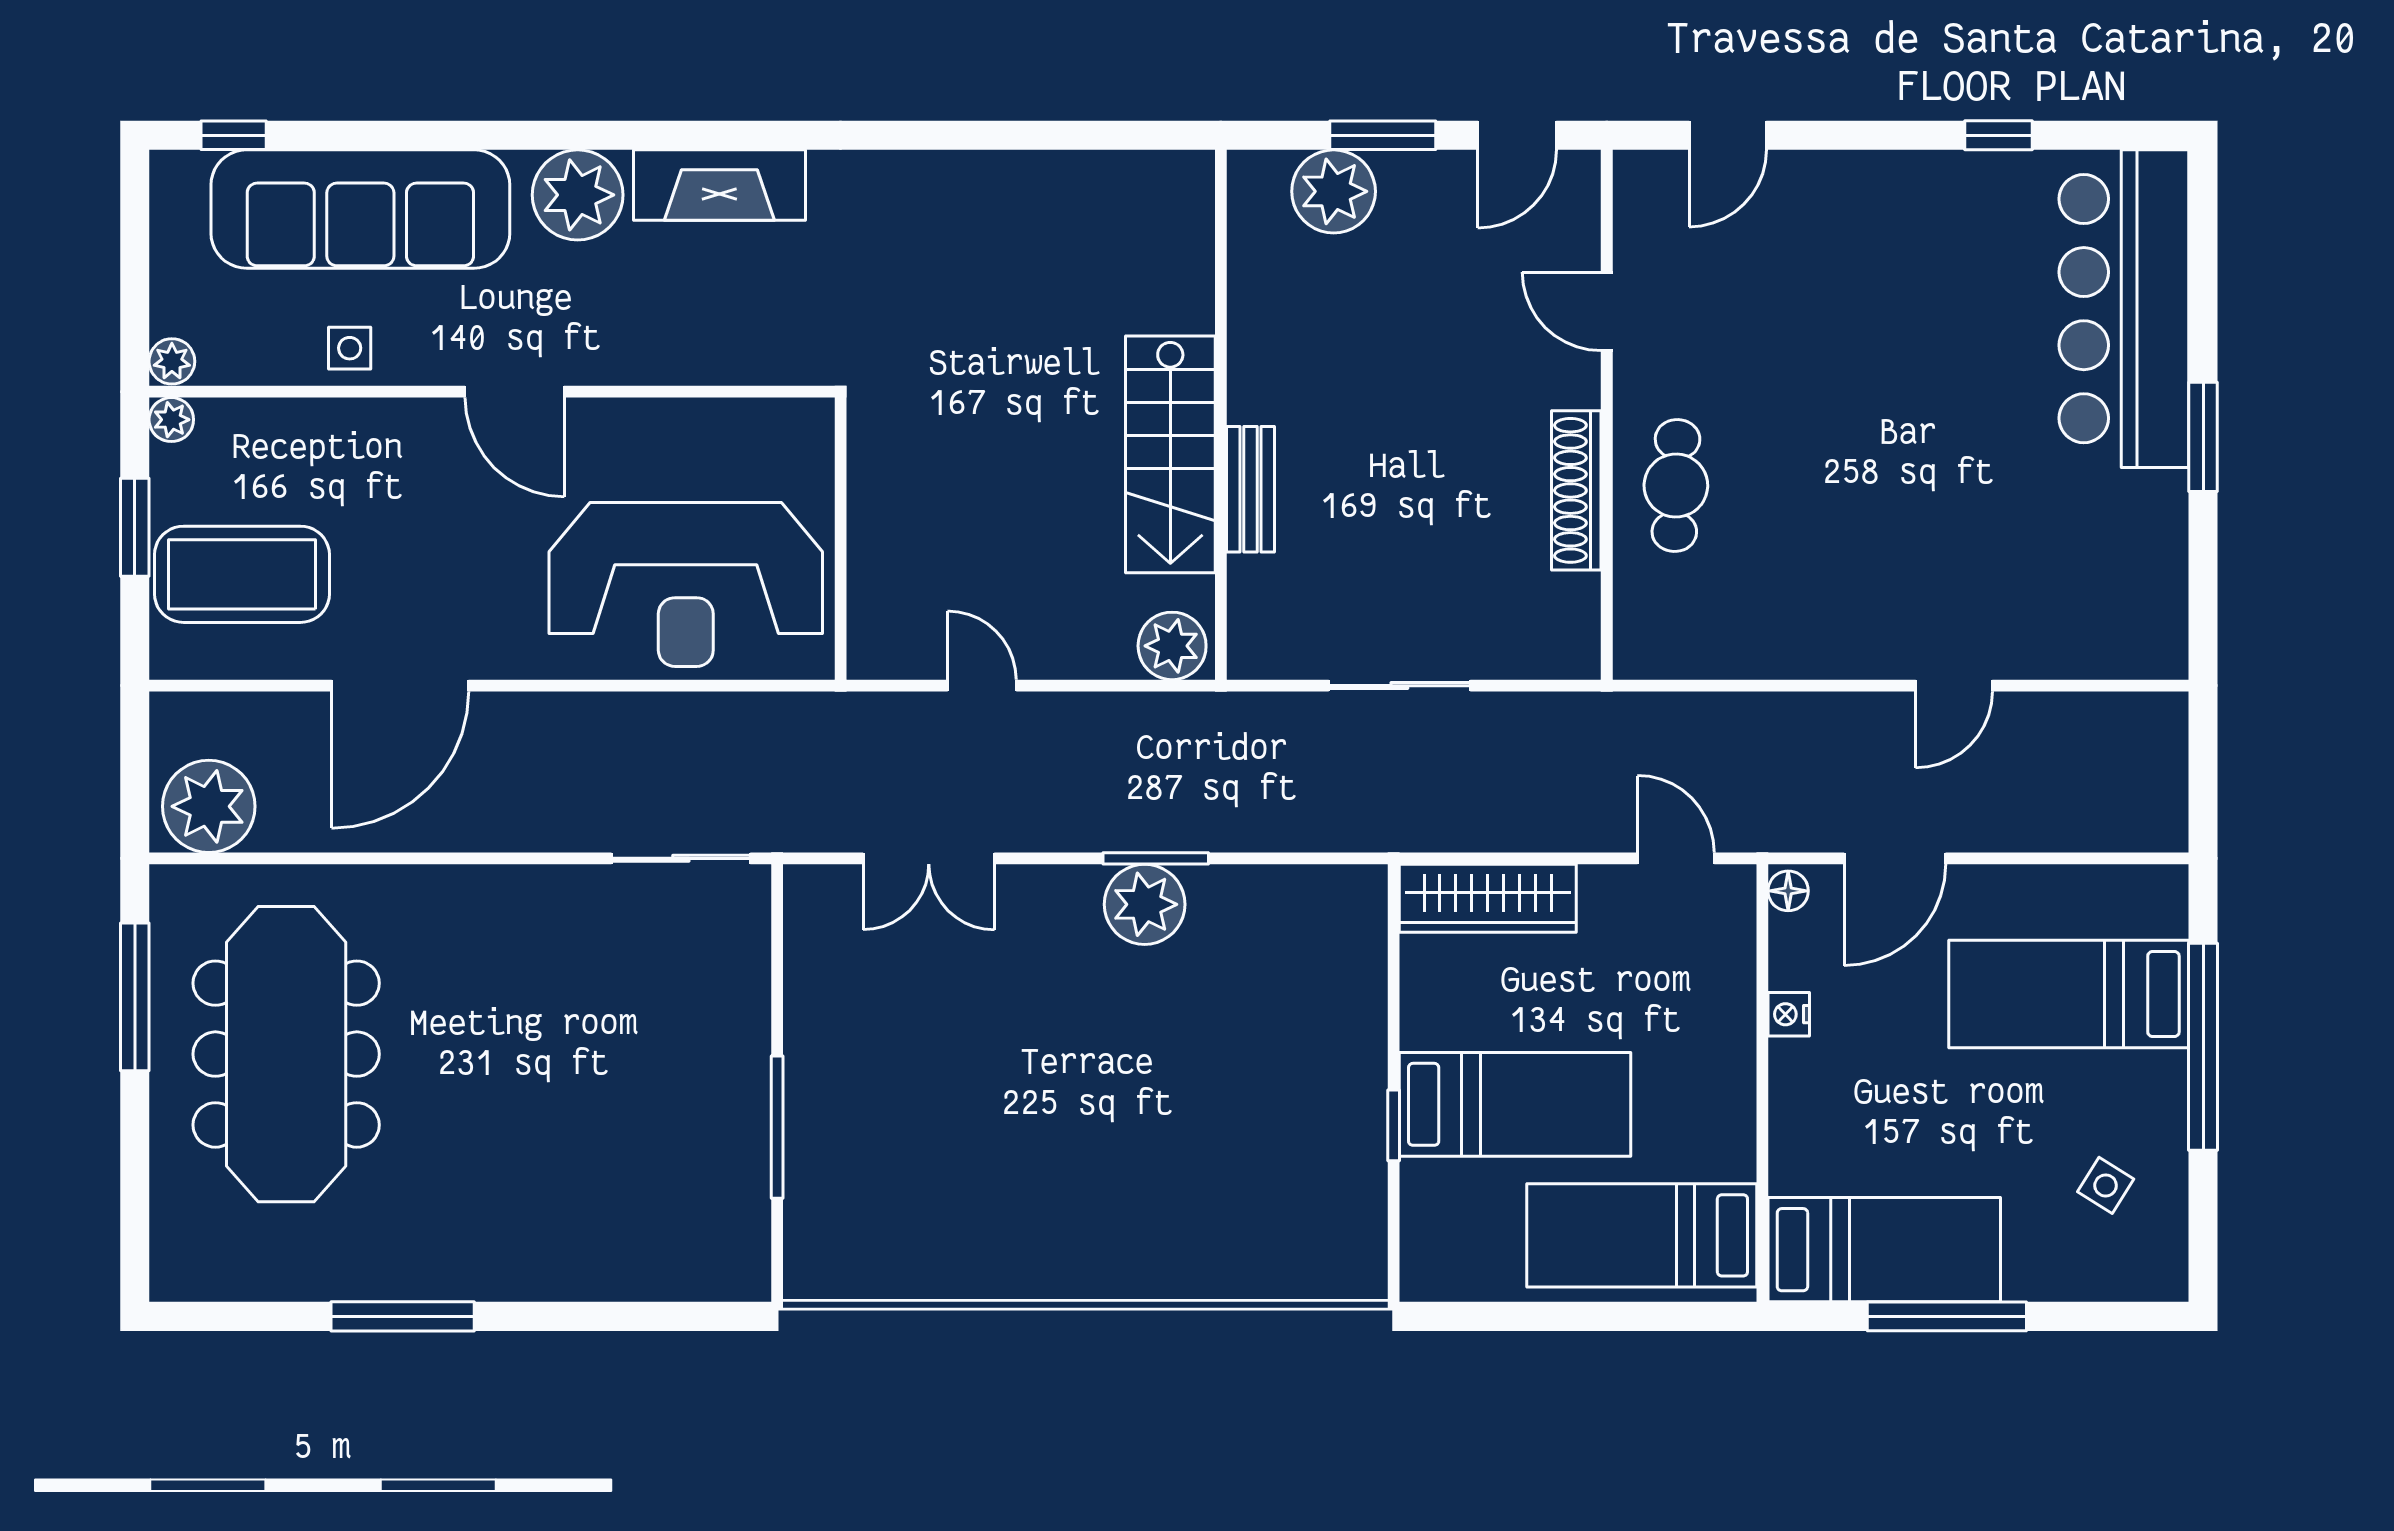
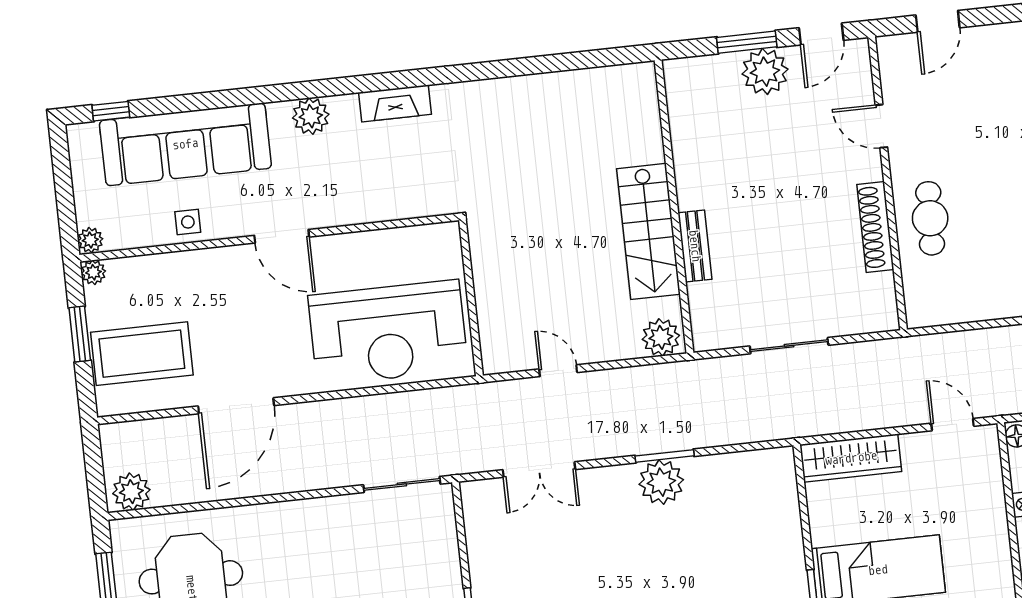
fireplace: (719, 185) -> (395, 103), width x0.73, depth x0.76
plant: (1334, 191) -> (765, 72), moved
plant: (578, 195) -> (311, 116), width x0.73, depth x0.73
plant: (209, 806) -> (131, 492), width x0.73, depth x0.73

